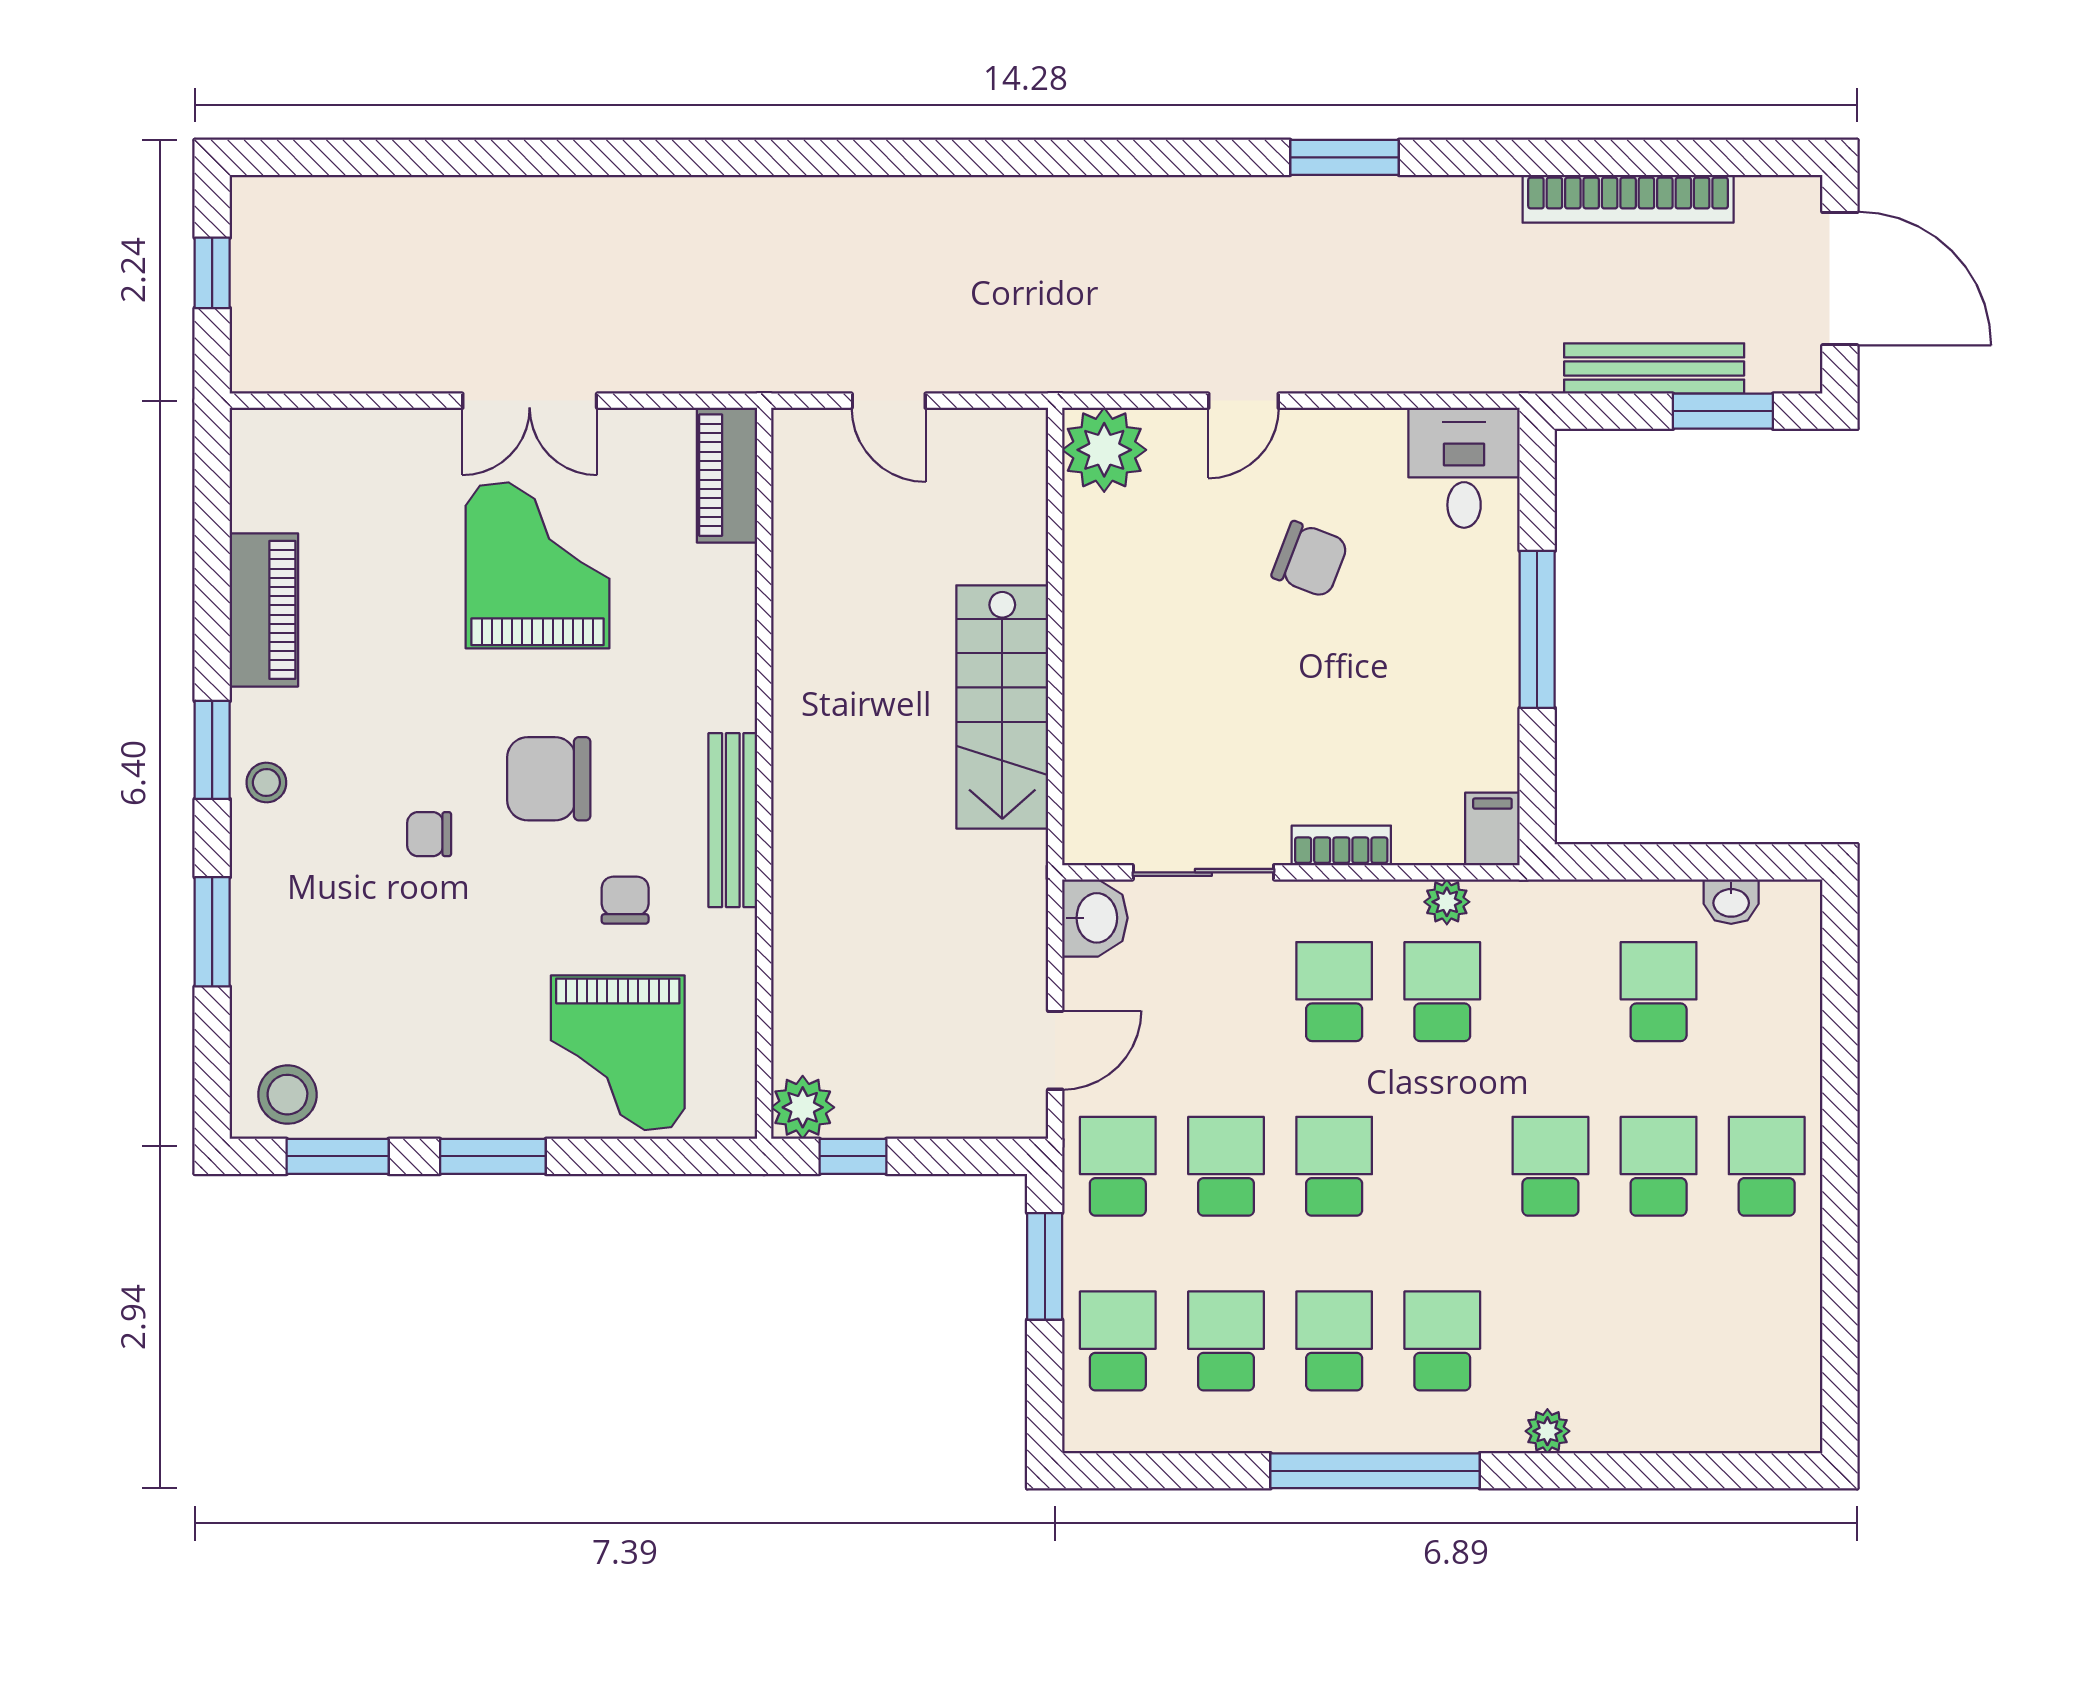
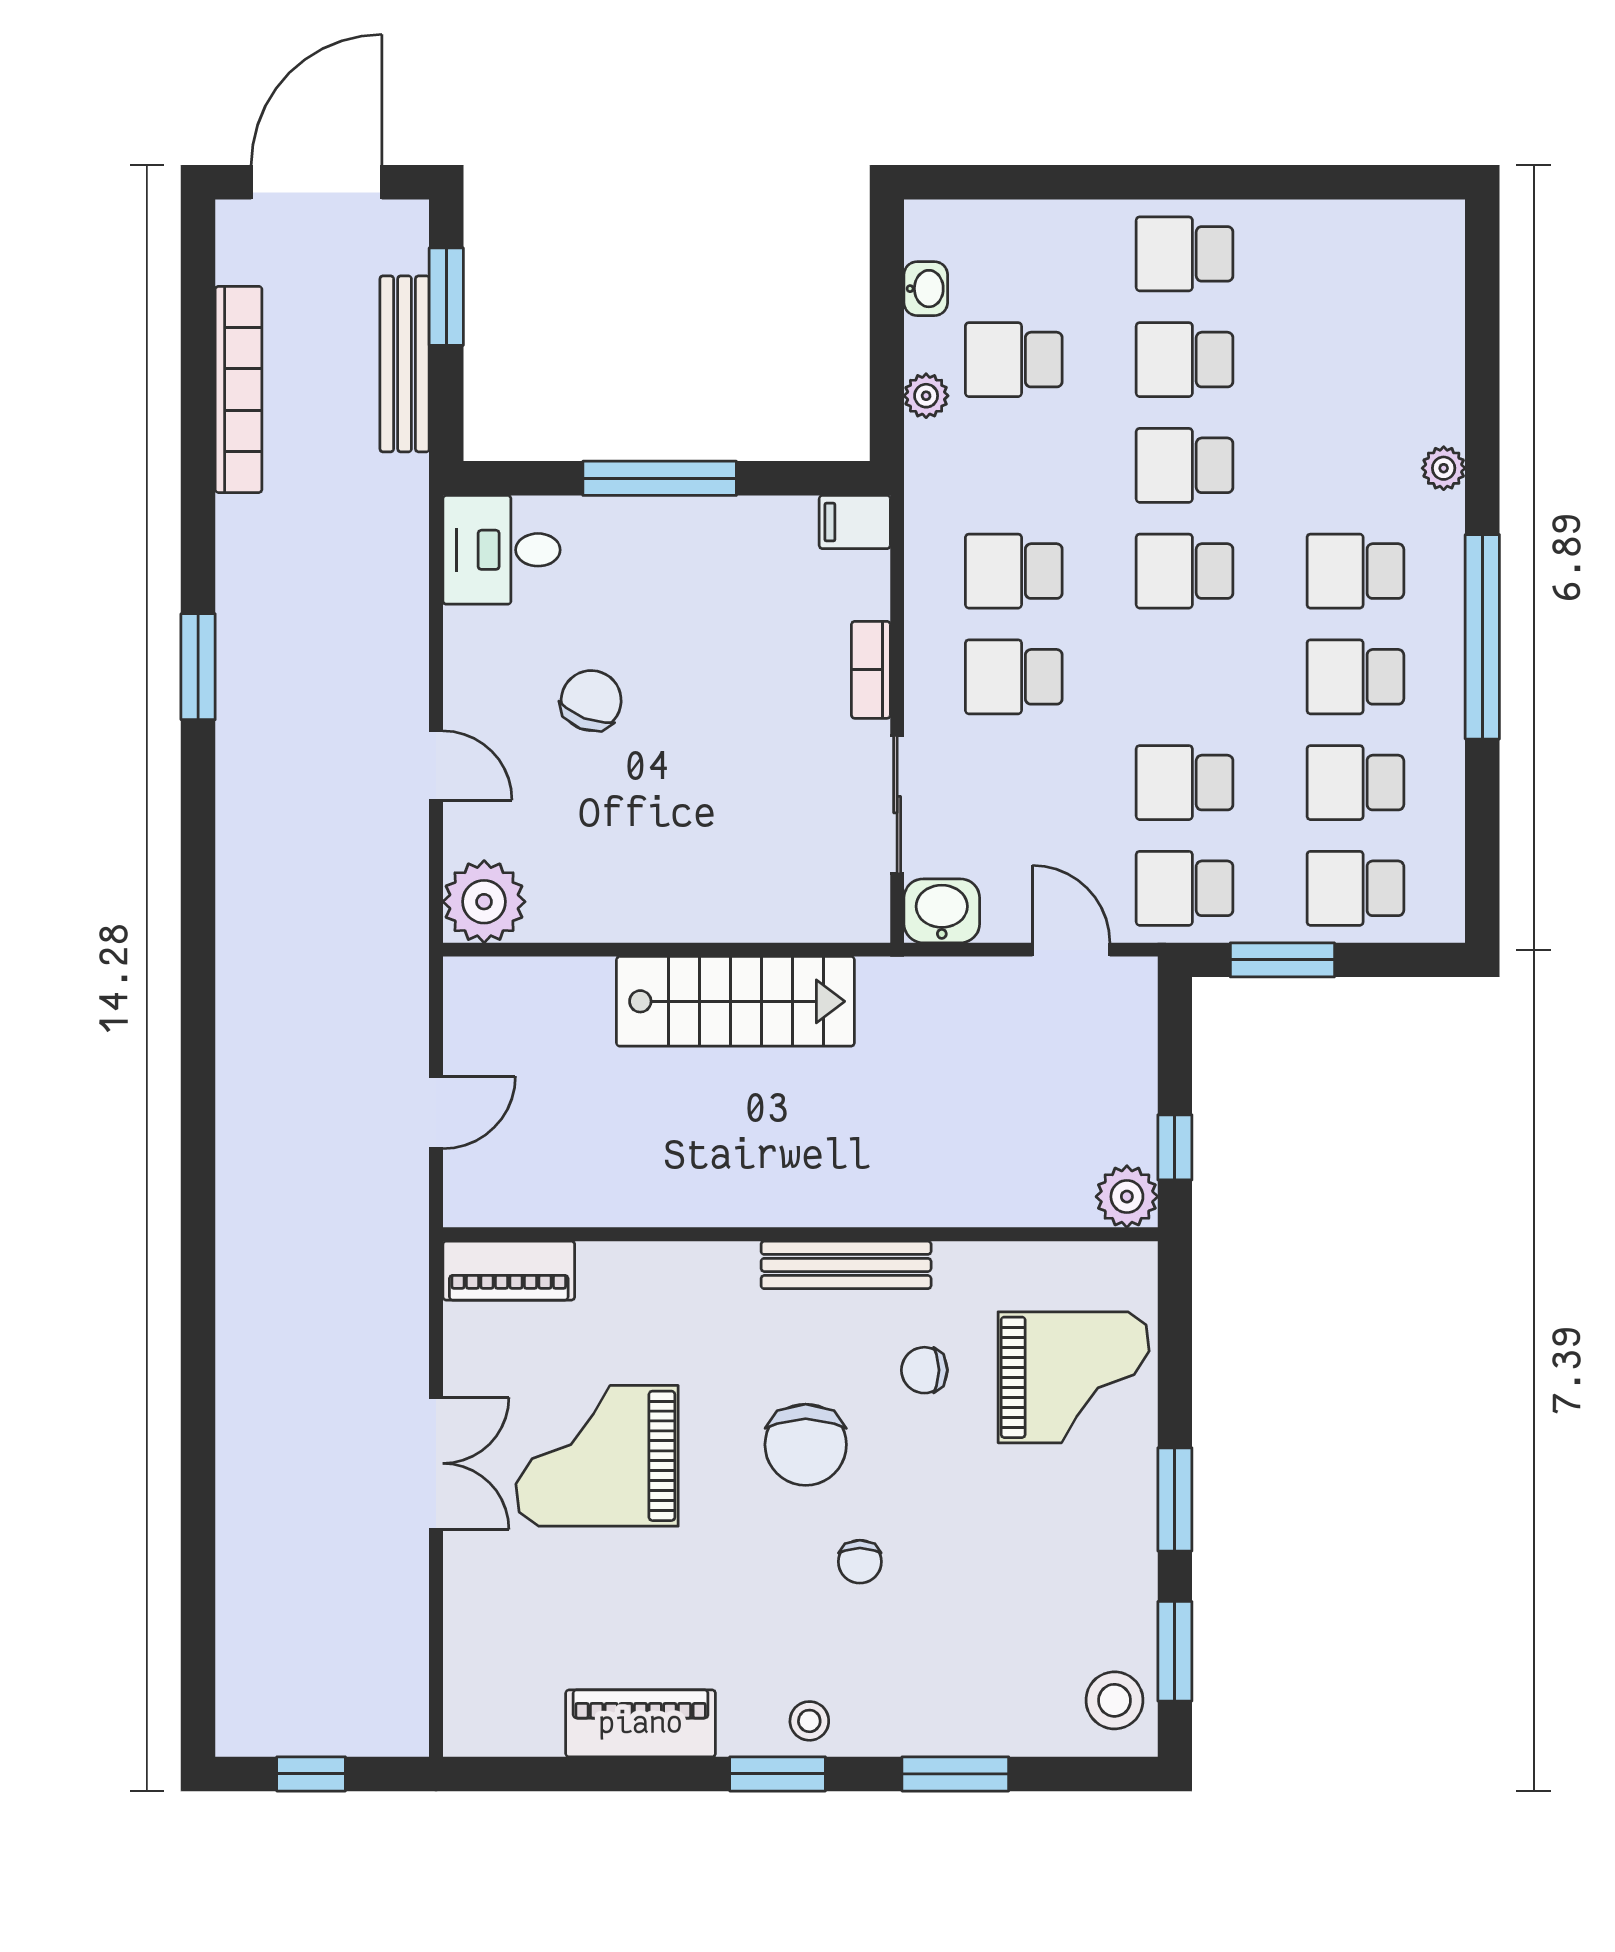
plant: (1447, 902) -> (926, 396), moved
school desk: (1334, 1166) -> (1185, 571), moved

